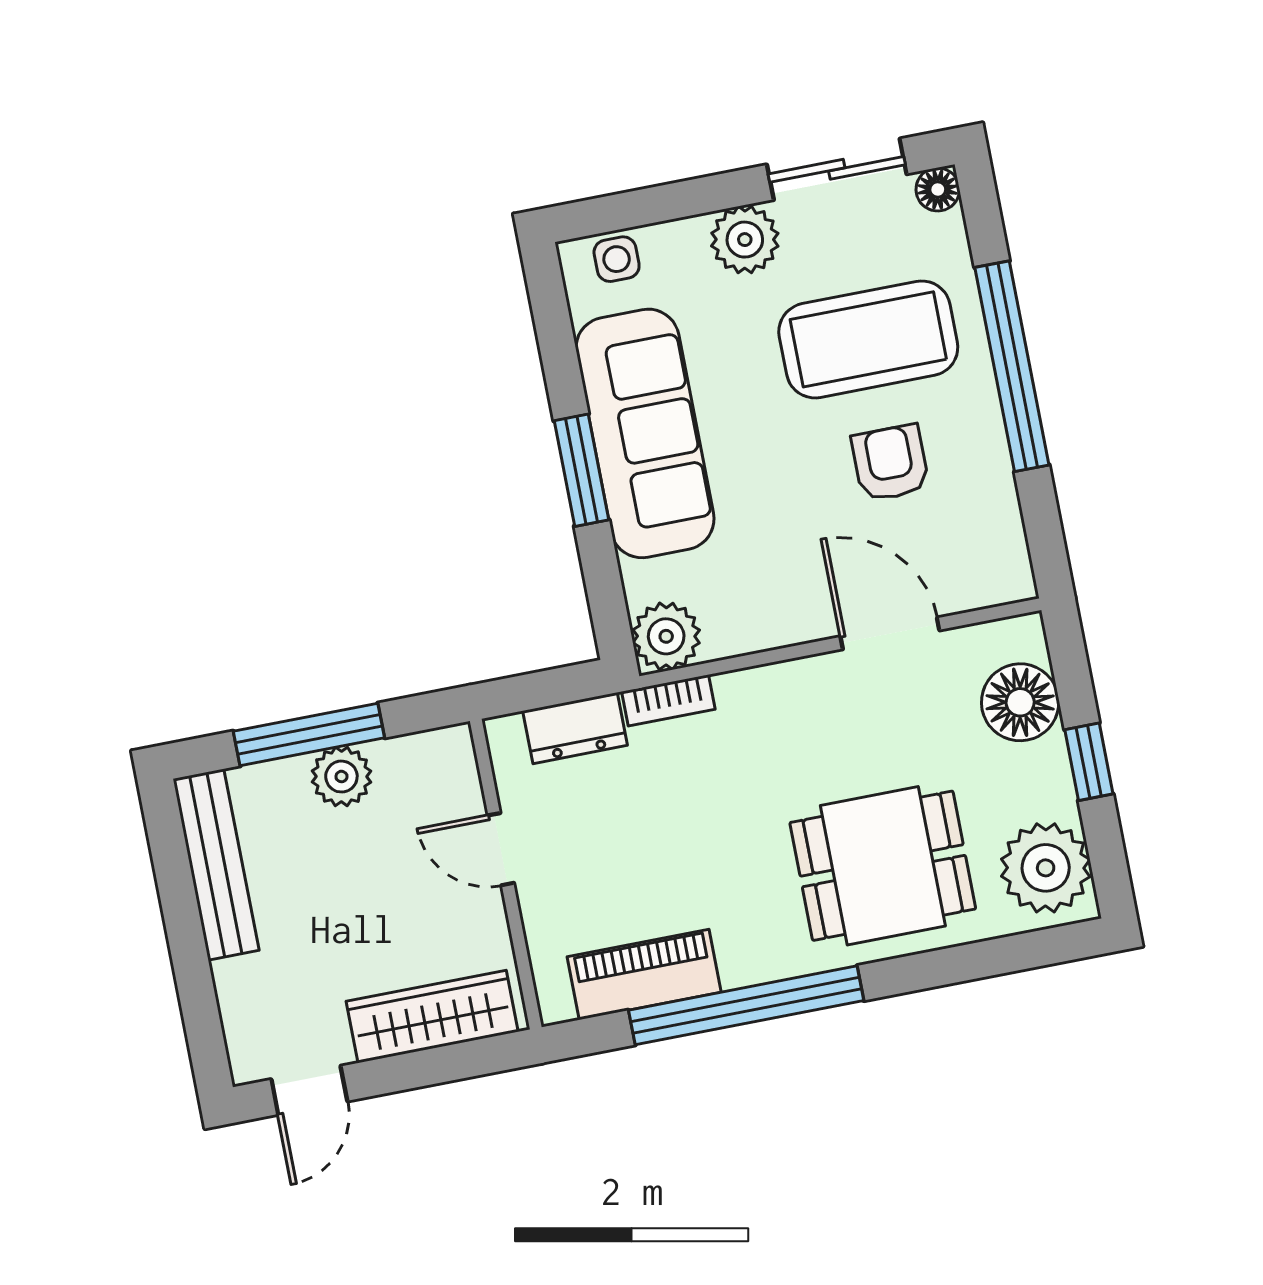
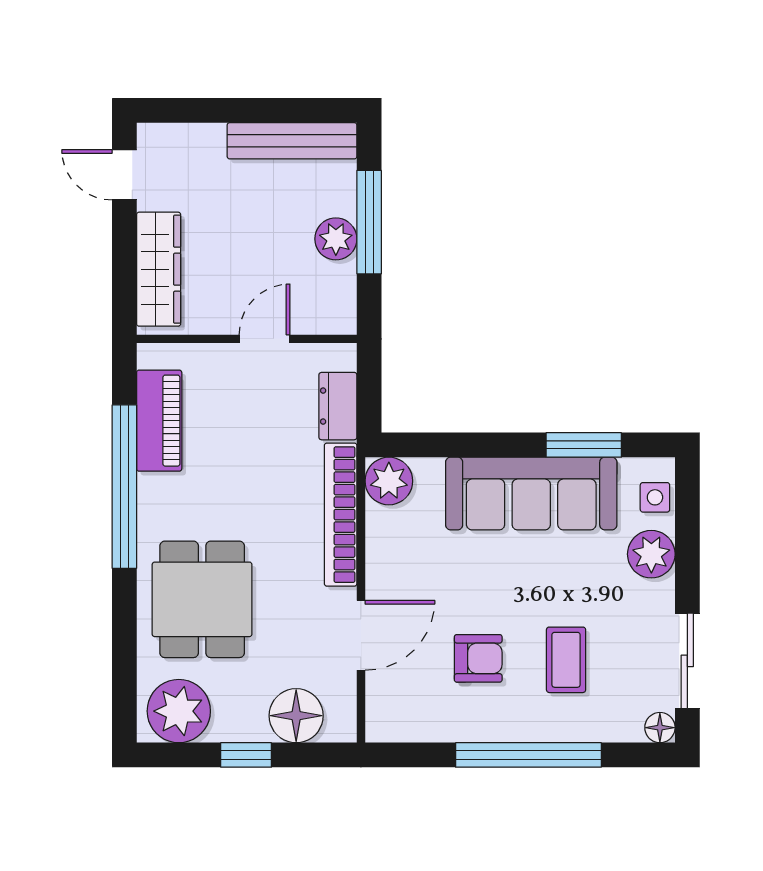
plant: (745, 240) -> (651, 554), moved
coffee table: (868, 339) -> (566, 660), width x0.54, depth x0.58
window: (581, 470) -> (584, 445), moved
bookcase: (668, 700) -> (341, 515), width x2.31, depth x1.31

